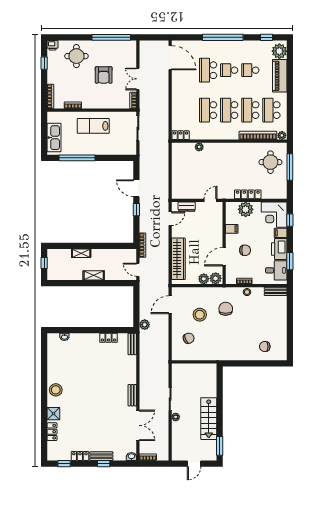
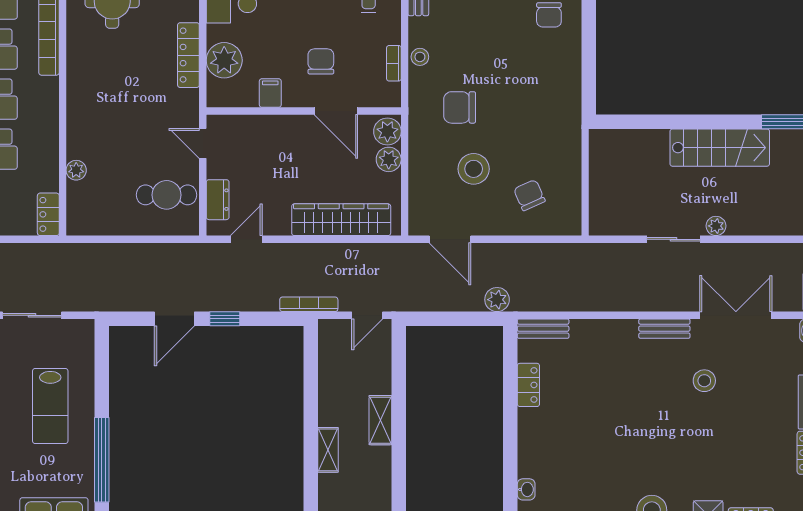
lab bench: (93, 126) -> (50, 406), moved
cafe table: (189, 185) -> (167, 195), added
door: (170, 219) -> (246, 239), hinge flipped
stool: (110, 412) -> (704, 381), added

